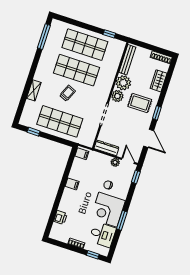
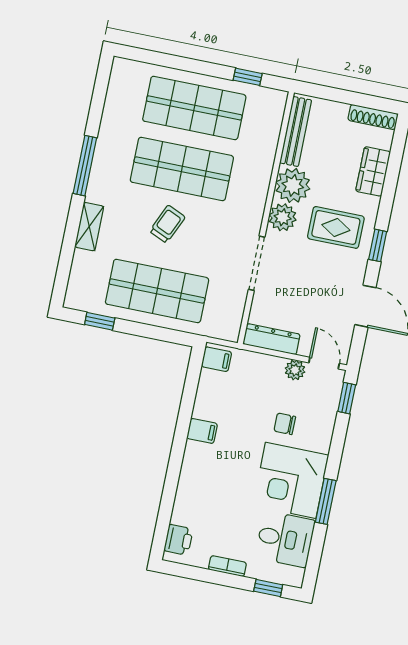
window: (44, 37) -> (85, 166), moved
printer: (60, 217) -> (178, 540), moved

